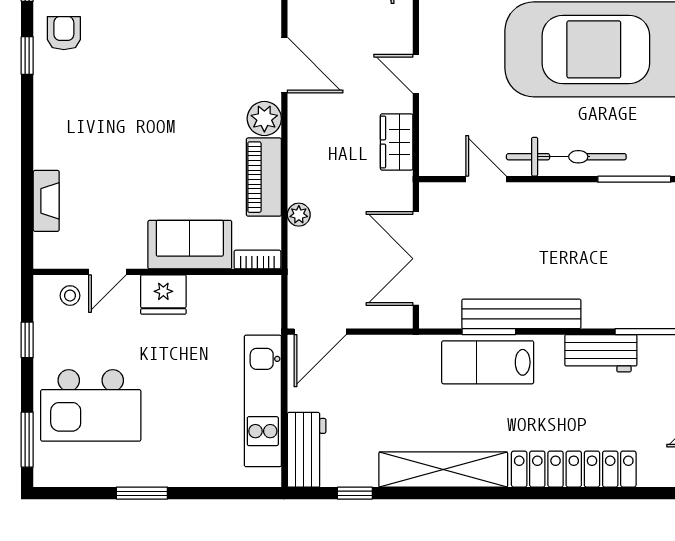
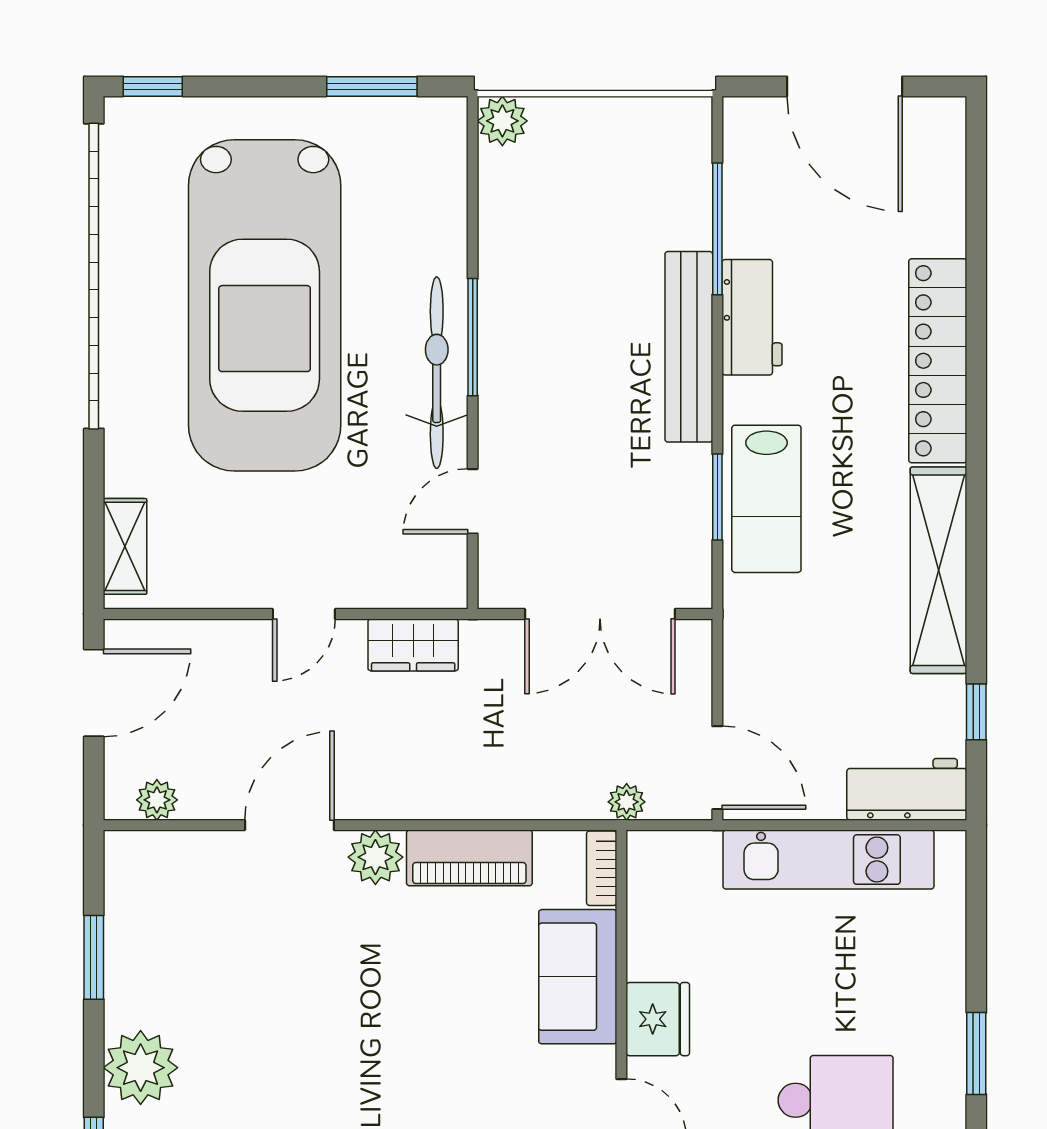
window: (634, 179) -> (473, 337), moved
plant: (299, 215) -> (627, 802), moved
bench: (521, 314) -> (689, 347), moved

